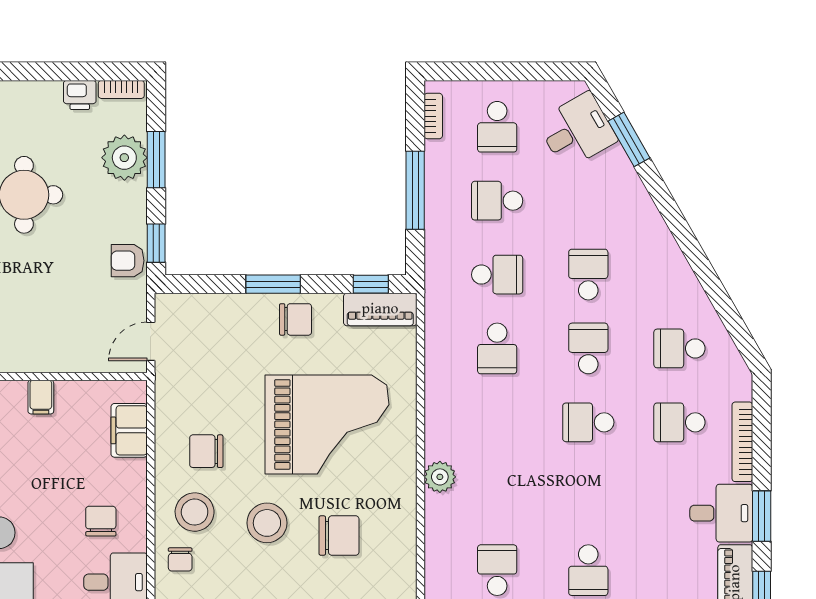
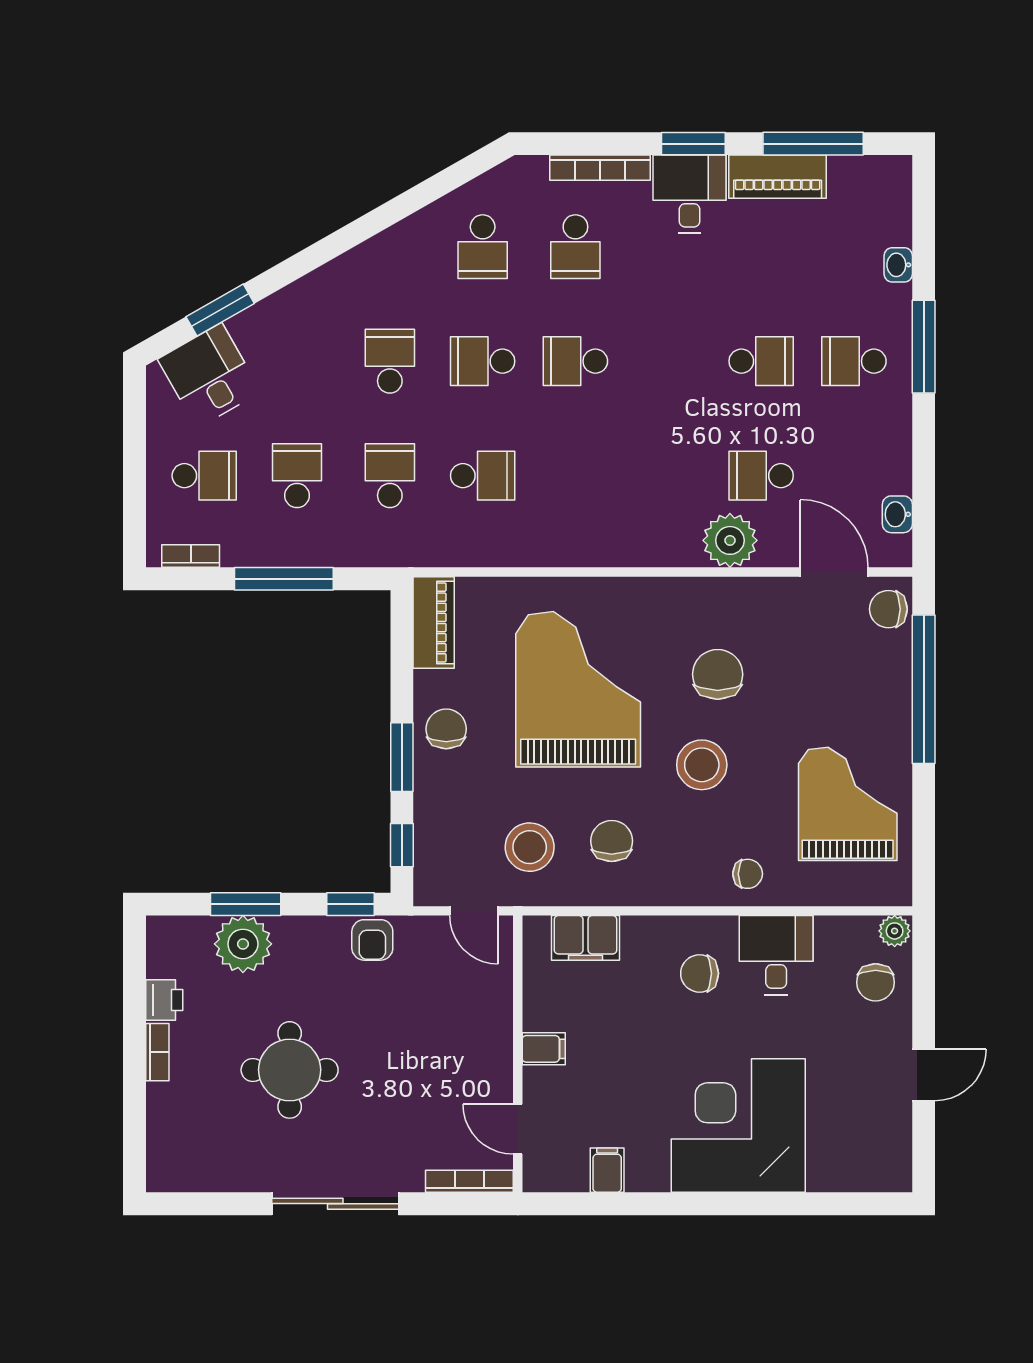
bookcase: (121, 89) -> (157, 1052), moved
school desk: (497, 201) -> (297, 476), turned 180
school desk: (588, 275) -> (390, 361), turned 90
window: (371, 284) -> (402, 845), moved
school desk: (588, 422) -> (575, 361), turned 90
chair: (206, 451) -> (612, 841), turned 180
plant: (440, 477) -> (730, 540), moved, width x1.36, depth x1.36
stool: (195, 512) -> (530, 847), moved

